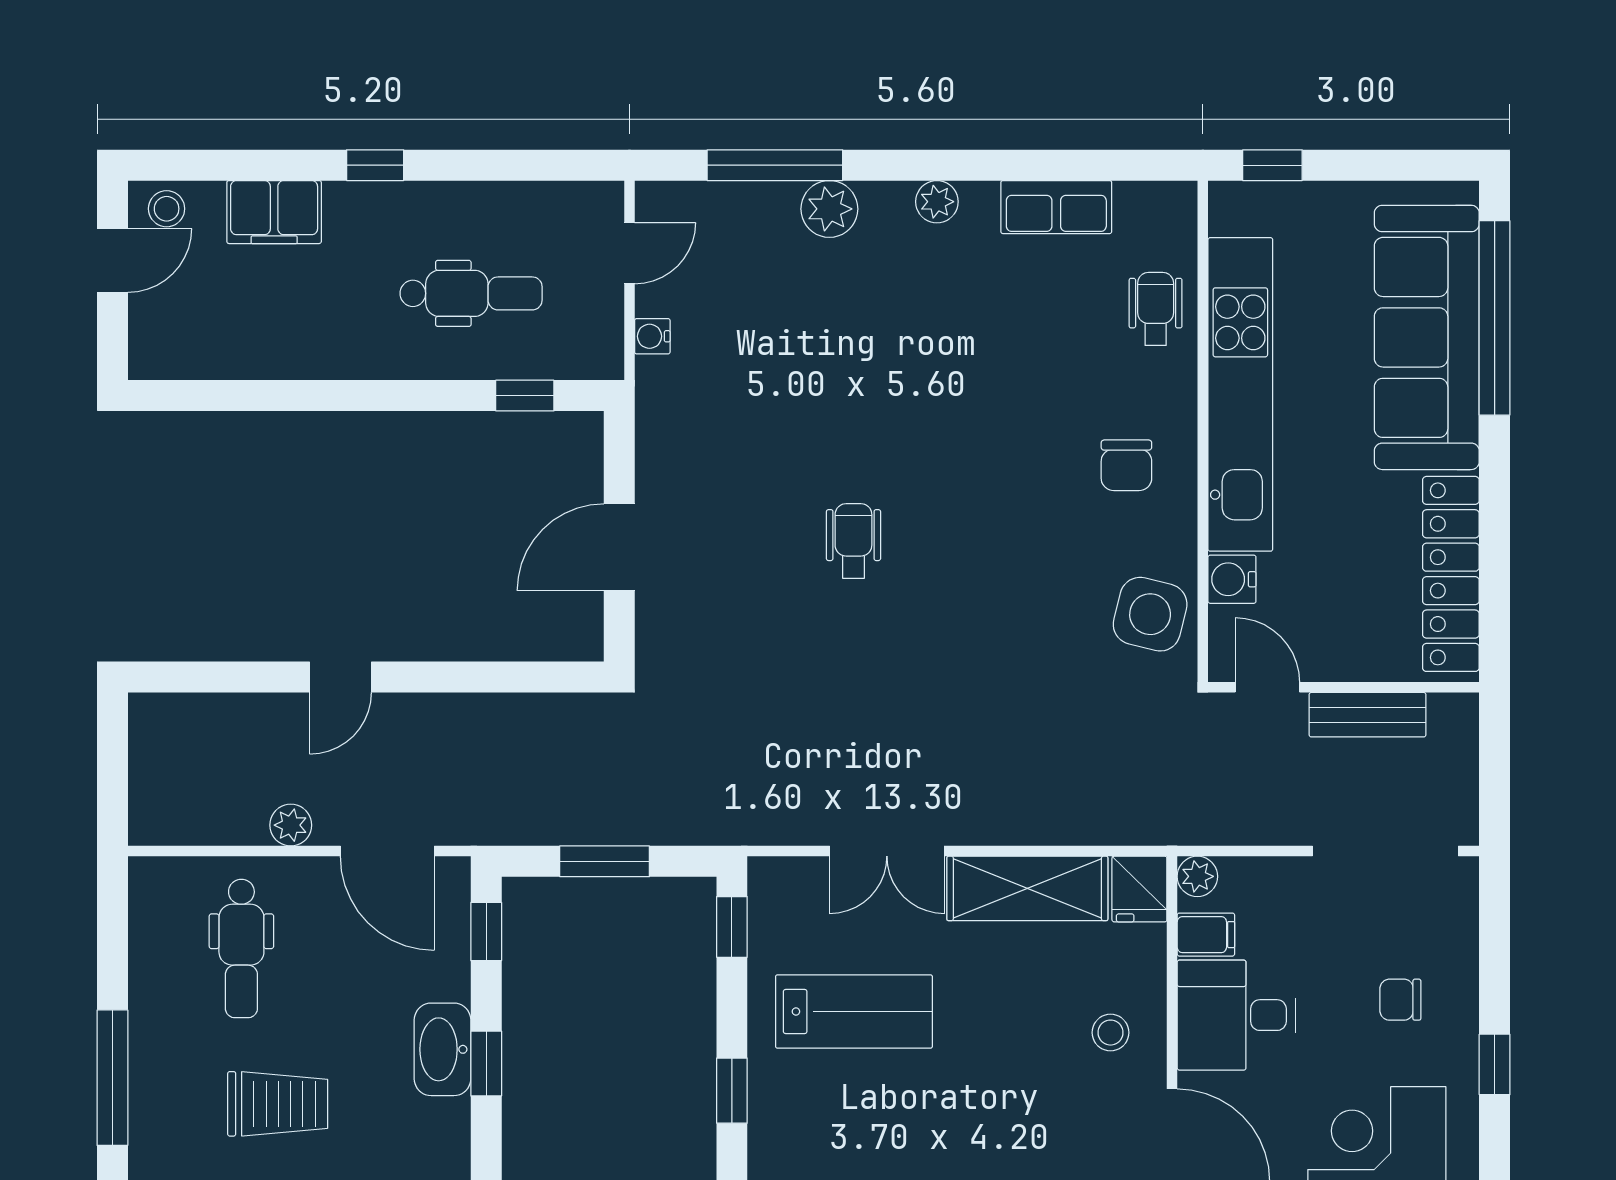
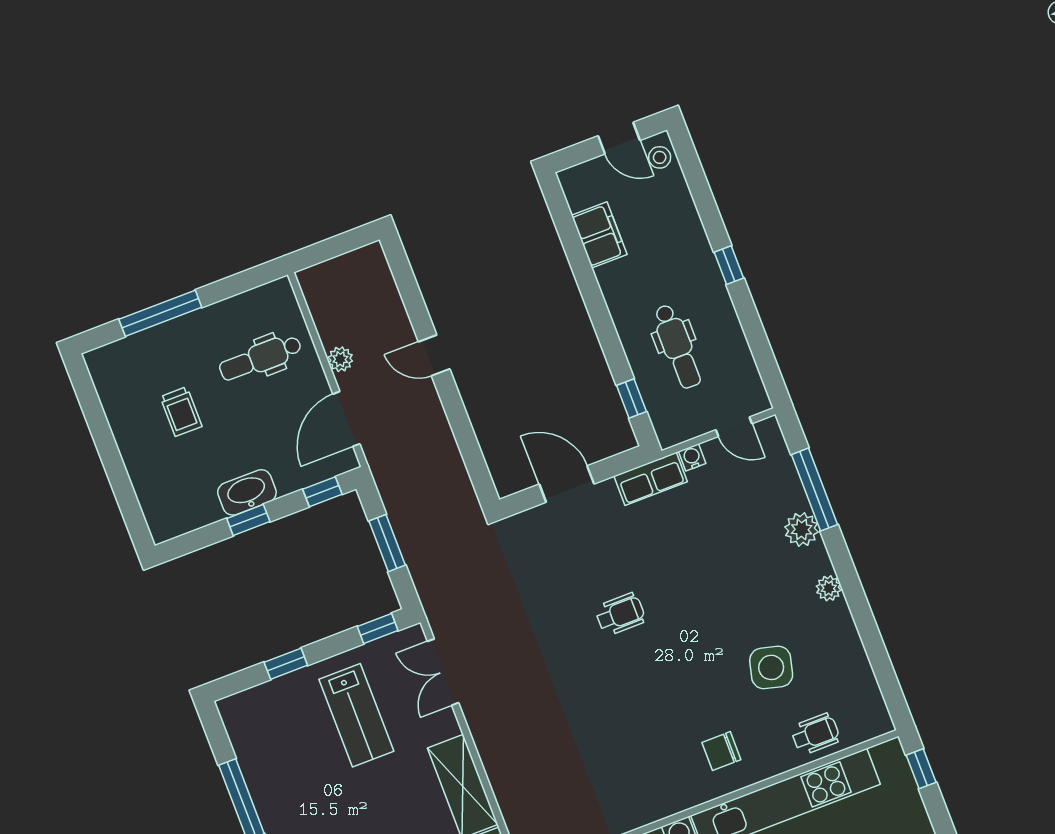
row of seats: (1056, 207) -> (651, 479), moved, turned -90
filing cabinet: (274, 212) -> (599, 235), moved, turned 180
side table: (1150, 614) -> (771, 667), moved
double door: (887, 851) -> (443, 672), moved
trolley: (278, 1104) -> (181, 412), width x0.73, depth x0.72

